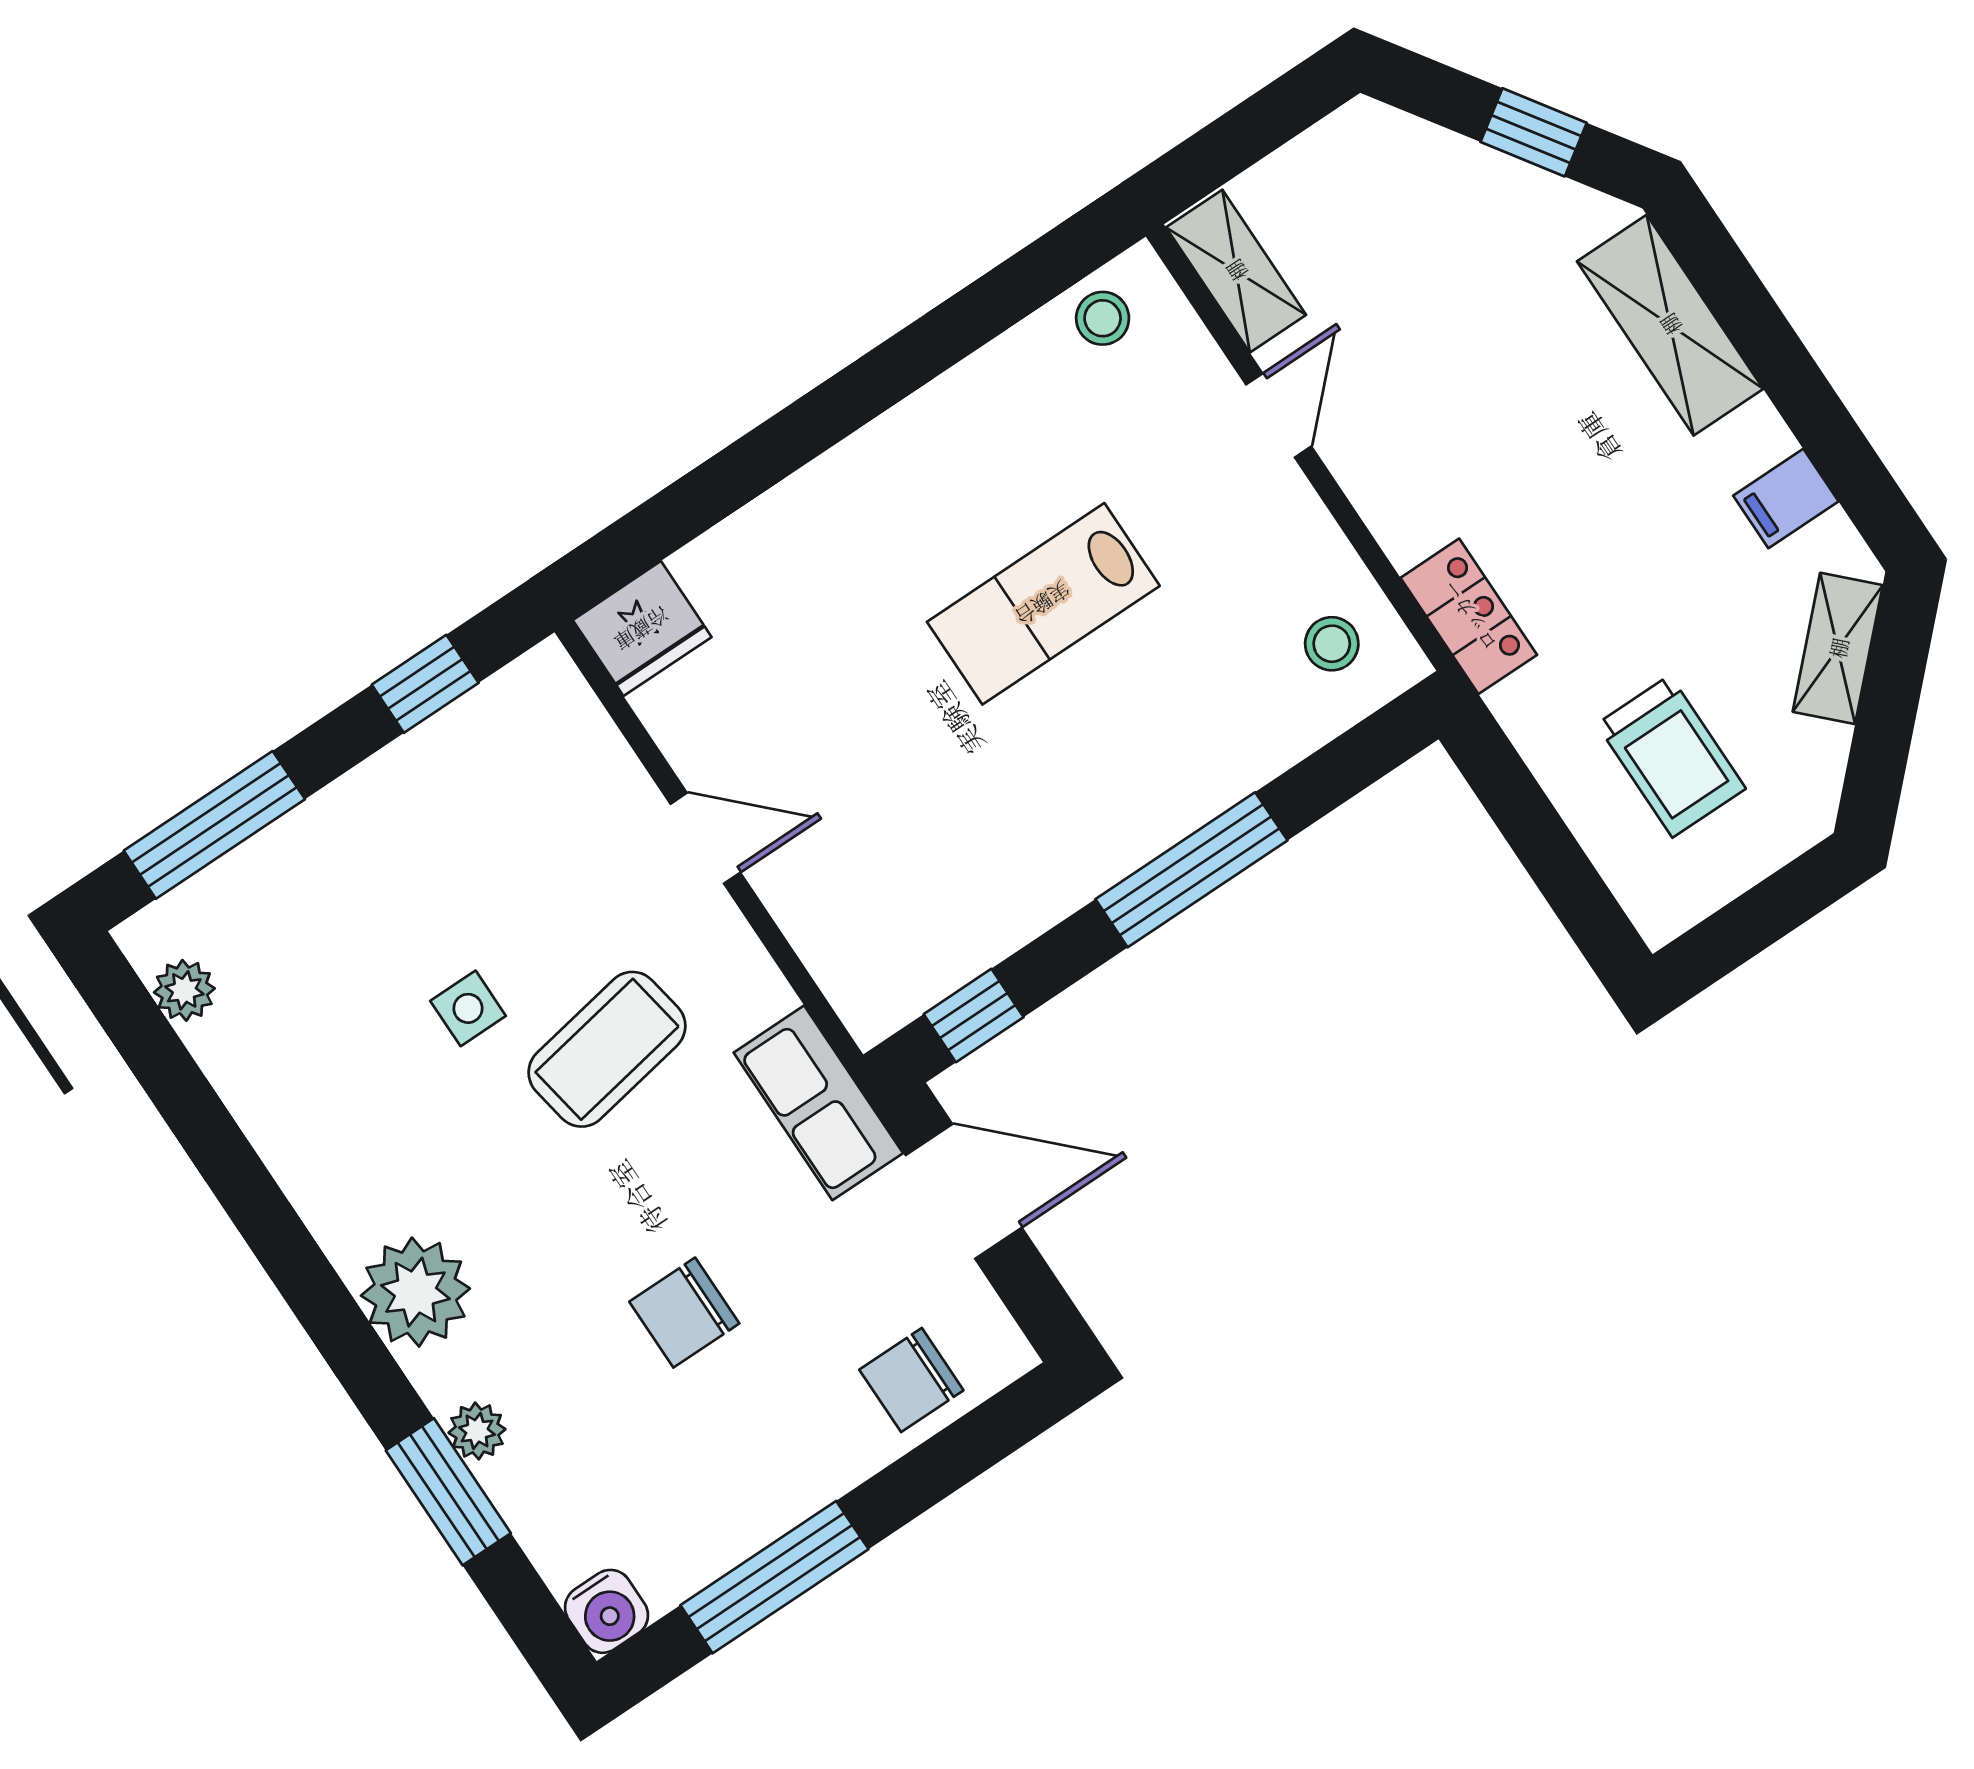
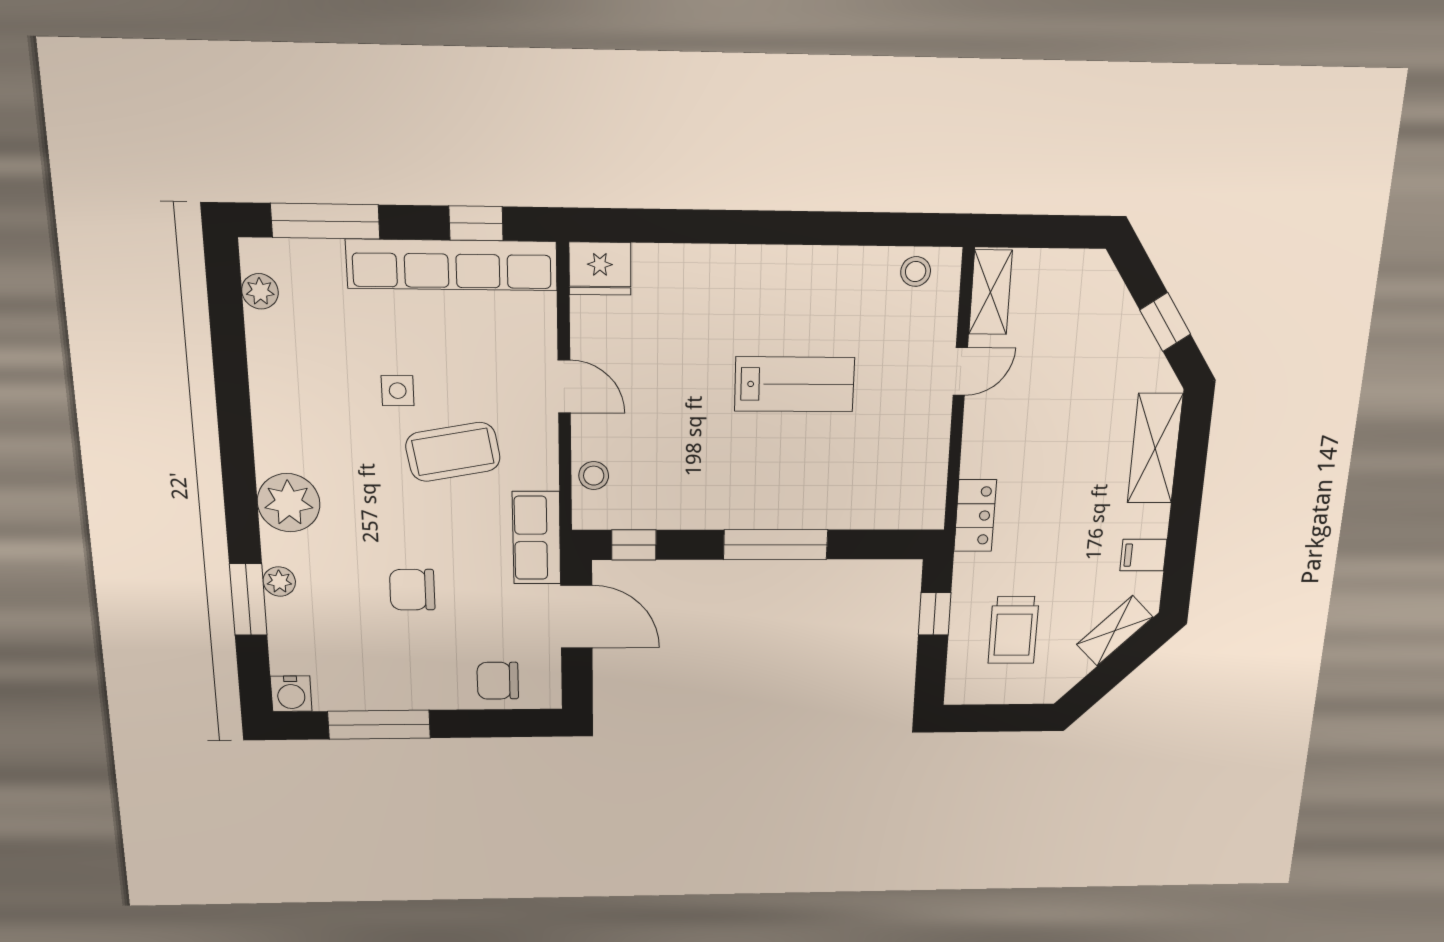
lab bench: (1043, 604) -> (795, 384), turned 180
stool: (1332, 644) -> (594, 476), moved
row of seats: (429, 767) -> (452, 265), added
window: (1524, 814) -> (935, 614), added

